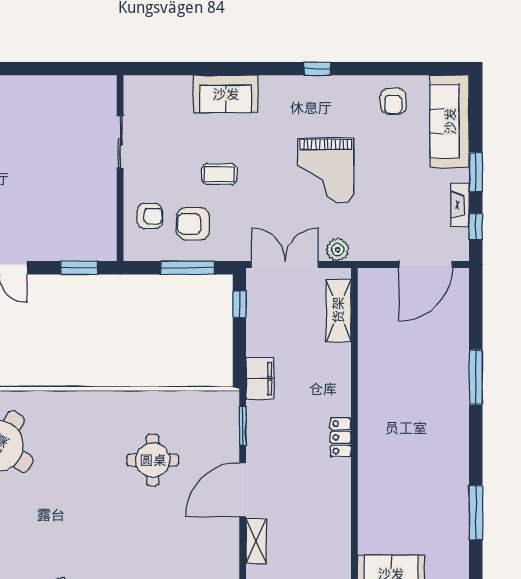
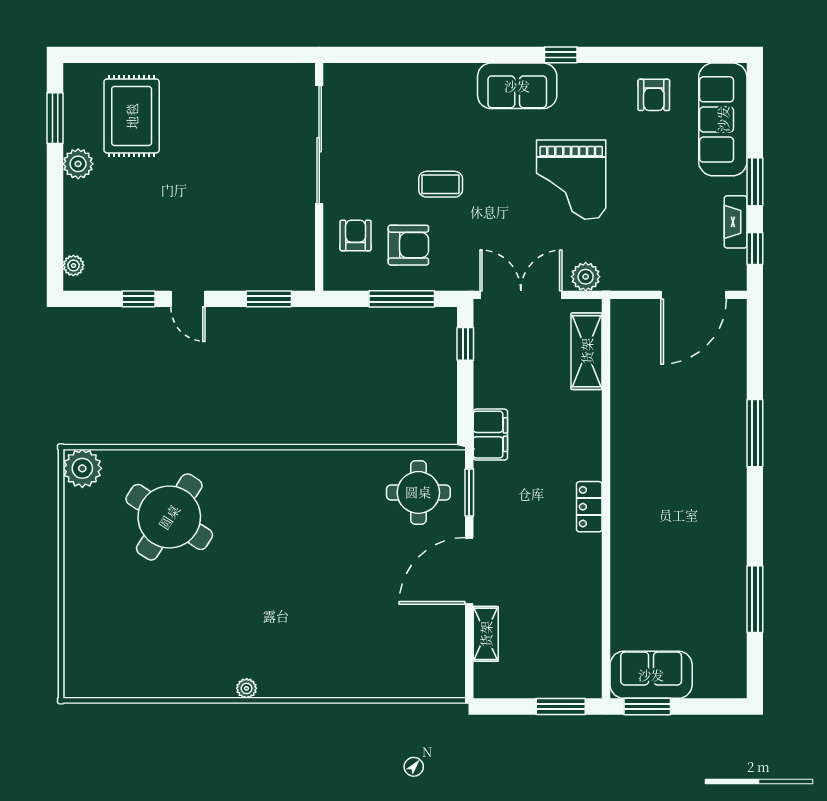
sofa: (226, 94) -> (517, 86), moved
sliding door: (120, 142) -> (319, 145), width x1.86
armchair: (150, 216) -> (356, 235), turned -90
armchair: (193, 224) -> (408, 245), turned 180
round table: (153, 460) -> (418, 492), moved

